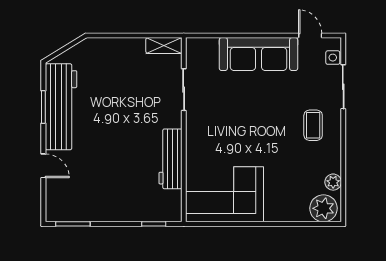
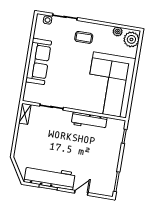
door: (310, 36) -> (33, 31), removed
corner sofa: (224, 194) -> (110, 85), width x1.36, depth x1.36

